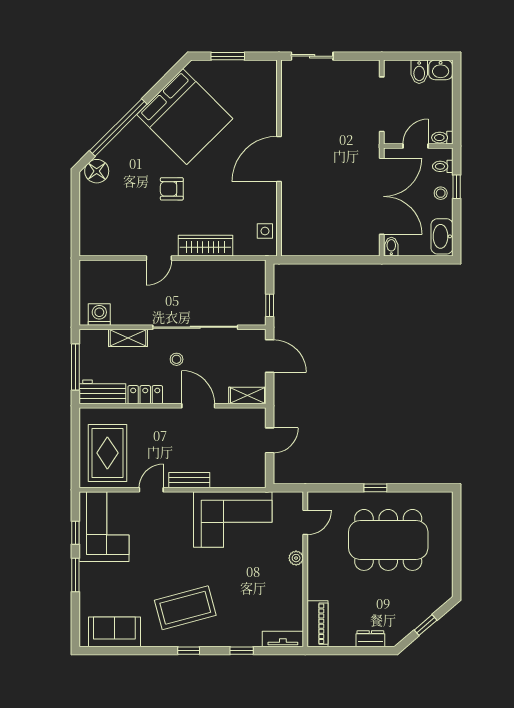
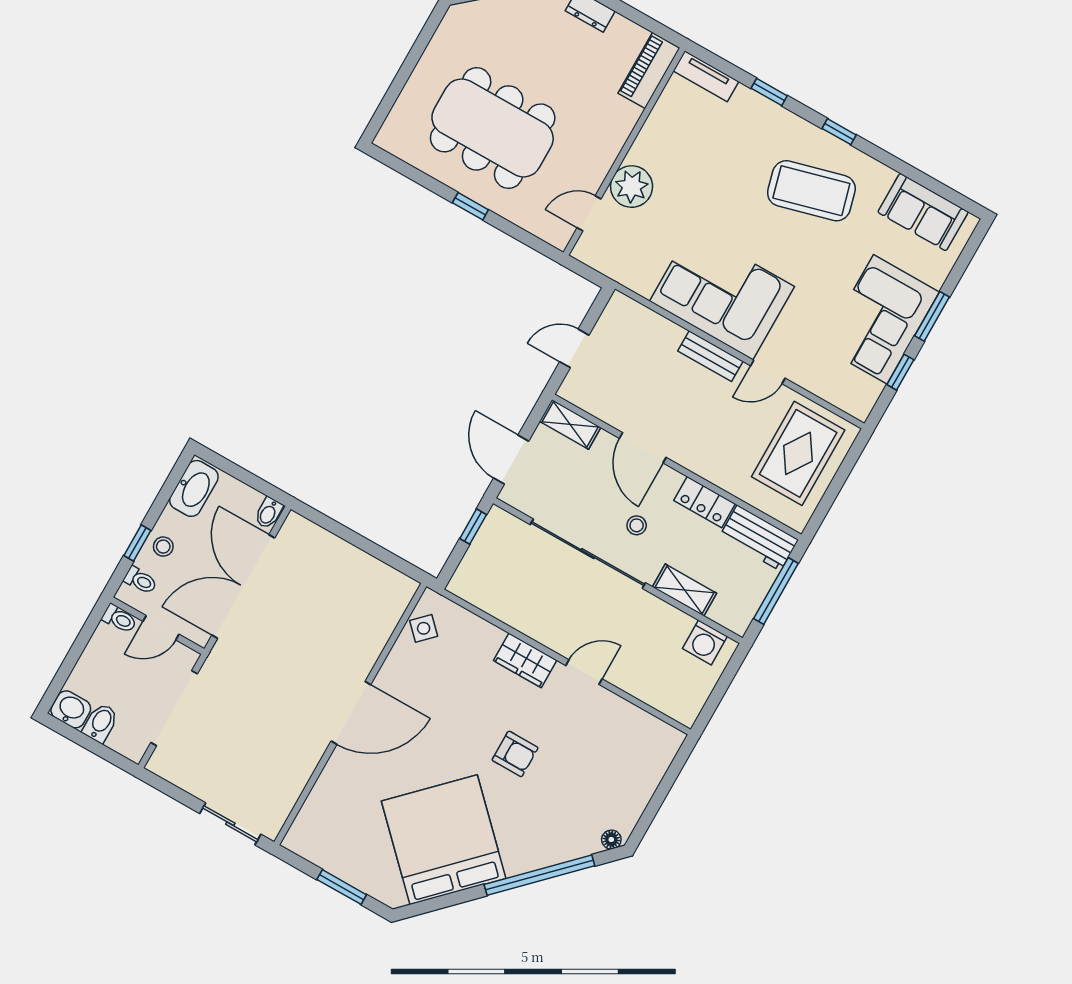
floor lamp: (97, 171) -> (611, 840), width x0.53, depth x0.53
side table: (265, 231) -> (424, 628), turned 45
wardrobe: (205, 246) -> (525, 660), width x0.67
corner sofa: (233, 520) -> (722, 294), moved
corner sofa: (104, 527) -> (880, 319), moved
plant: (296, 558) -> (632, 187), width x1.88, depth x1.88

